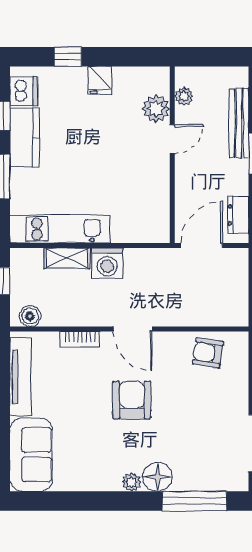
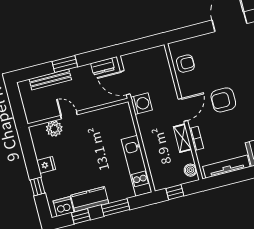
plant: (184, 96) -> (43, 115), removed
shelving: (67, 258) -> (182, 138), moved
washing machine: (107, 263) -> (141, 104), moved
armchair: (208, 353) -> (185, 64), turned -99

